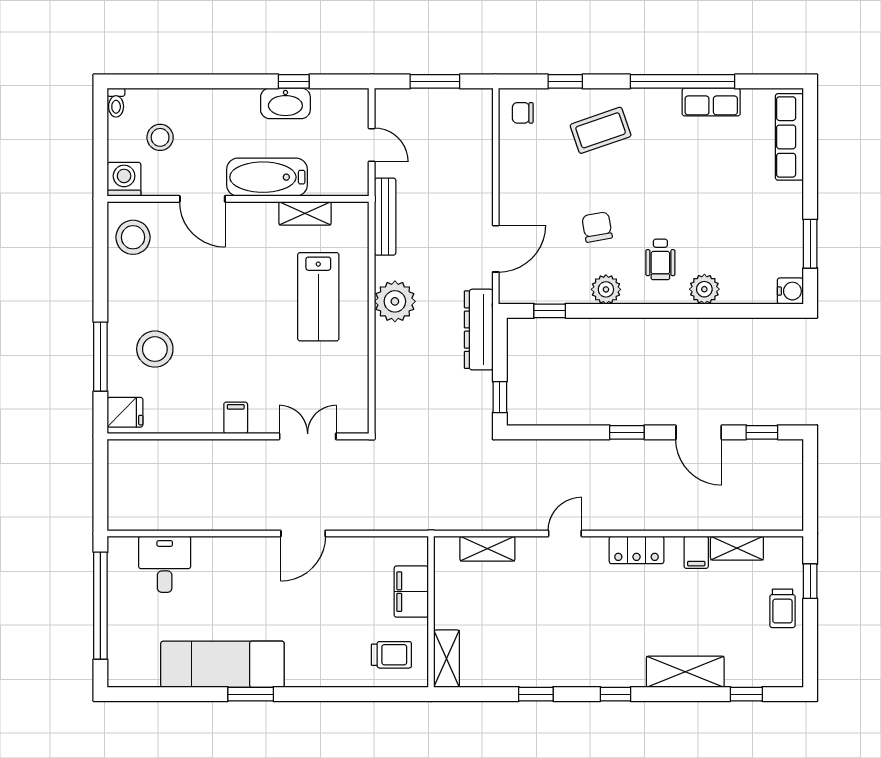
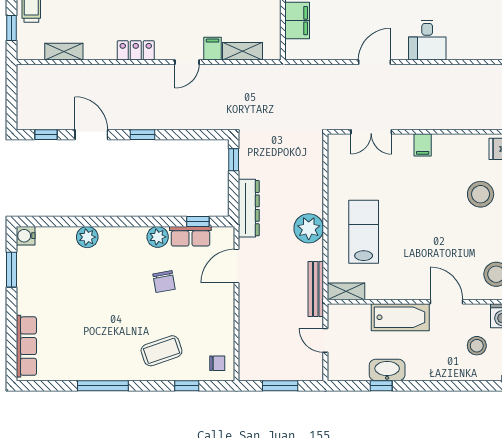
window: (682, 81) -> (103, 386), width x0.68
row of seats: (711, 102) -> (190, 236), moved, turned 180
shelving: (305, 213) -> (346, 291), moved
wheelchair: (660, 259) -> (119, 258), removed
filing cabinet: (696, 552) -> (213, 49), moved
desk: (165, 564) -> (427, 40), moved

